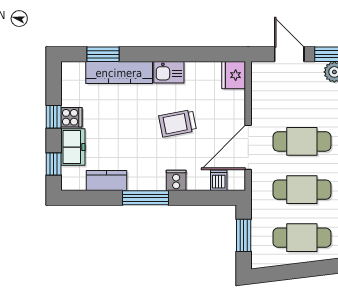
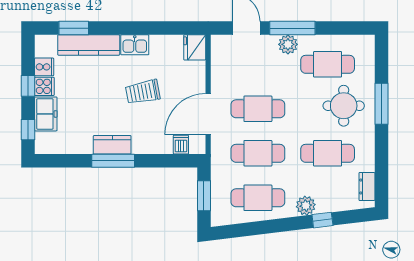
kitchen counter: (106, 180) -> (112, 145), moved
cooker: (176, 180) -> (44, 67), moved, turned 90

